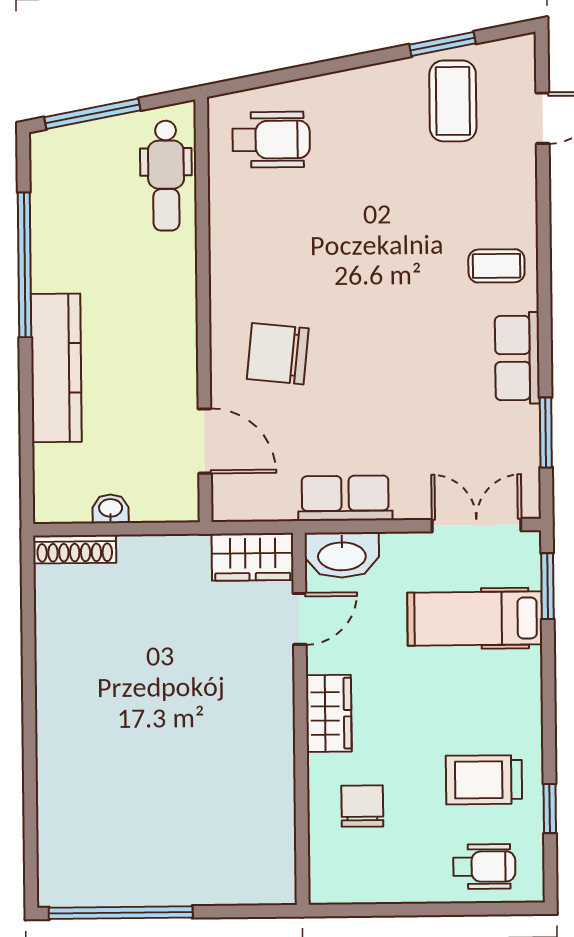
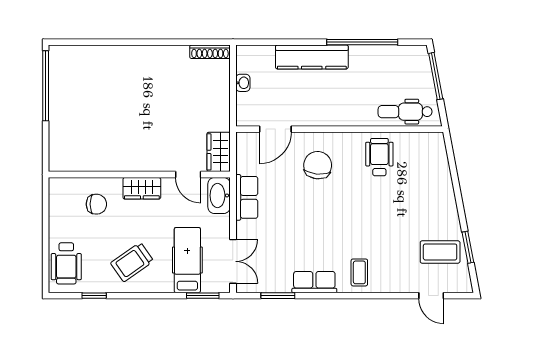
wheelchair: (271, 140) -> (379, 157), moved, turned 180
shoe rack: (75, 549) -> (210, 52), moved, turned -90
trolley: (484, 780) -> (132, 262), moved, turned -125
wheelchair: (484, 867) -> (66, 263), width x1.36, depth x1.37

